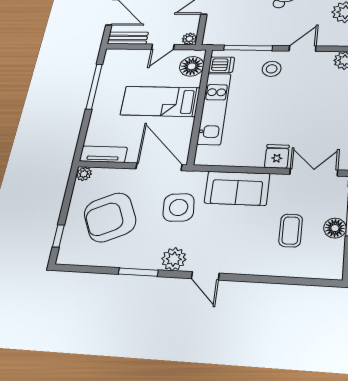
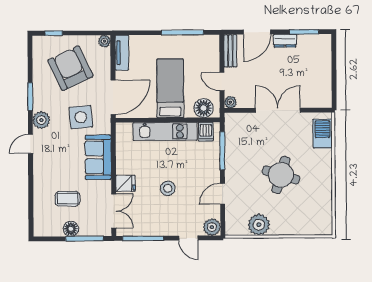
door: (303, 48) -> (223, 194), swing flipped
stool: (272, 69) -> (168, 188), moved

